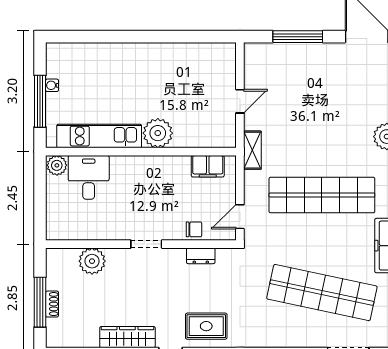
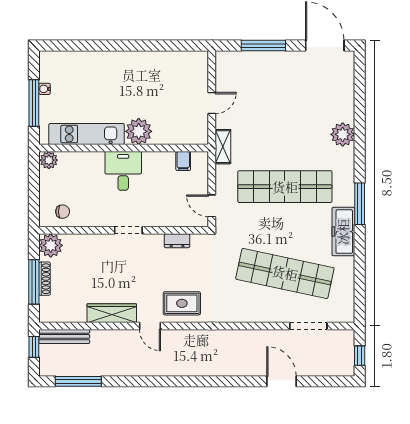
filing cabinet: (208, 166) -> (183, 161), width x0.50
desk: (89, 177) -> (123, 171), moved
door: (240, 217) -> (212, 206), hinge flipped
chair: (194, 229) -> (63, 212), moved
plant: (92, 261) -> (51, 245), moved
shoe rack: (52, 304) -> (45, 279), width x1.43

